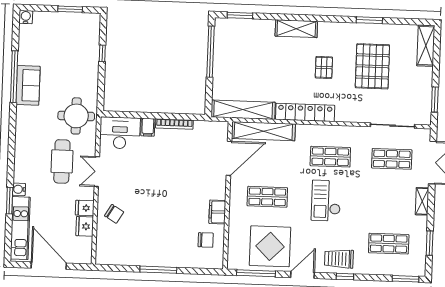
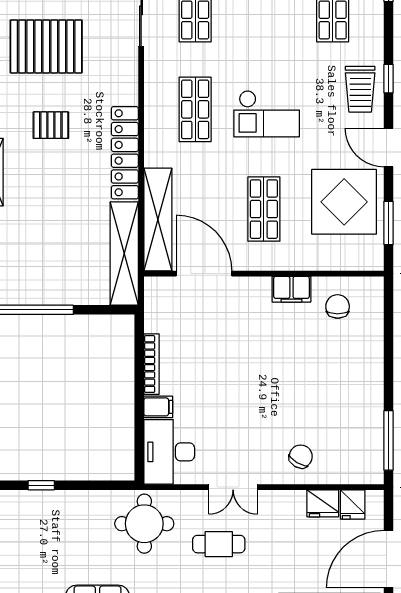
cafe table: (62, 161) -> (219, 544), width x0.73, depth x0.74
fridge: (85, 208) -> (353, 504), moved
window: (158, 270) -> (389, 440), moved
window: (256, 273) -> (389, 223), width x0.69

